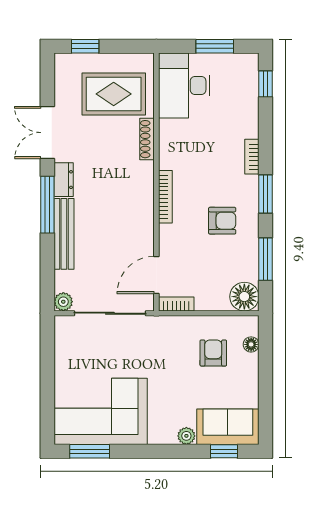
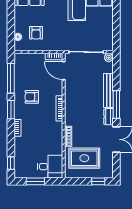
desk: (184, 85) -> (50, 167), width x0.73
window: (265, 259) -> (11, 78), width x1.44
door: (156, 275) -> (64, 71), swing flipped
floor lamp: (244, 297) -> (21, 60), removed

